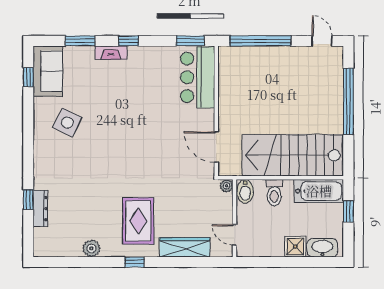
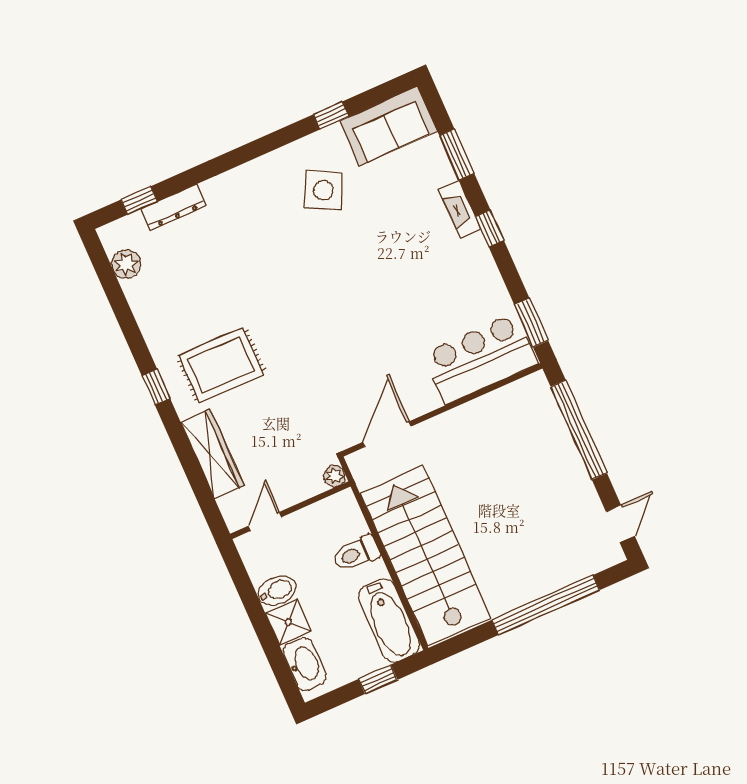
window: (28, 77) -> (331, 115), moved
bidet: (245, 191) -> (277, 591), moved, turned 180
window: (28, 200) -> (139, 201), moved
plant: (91, 248) -> (126, 264), moved

